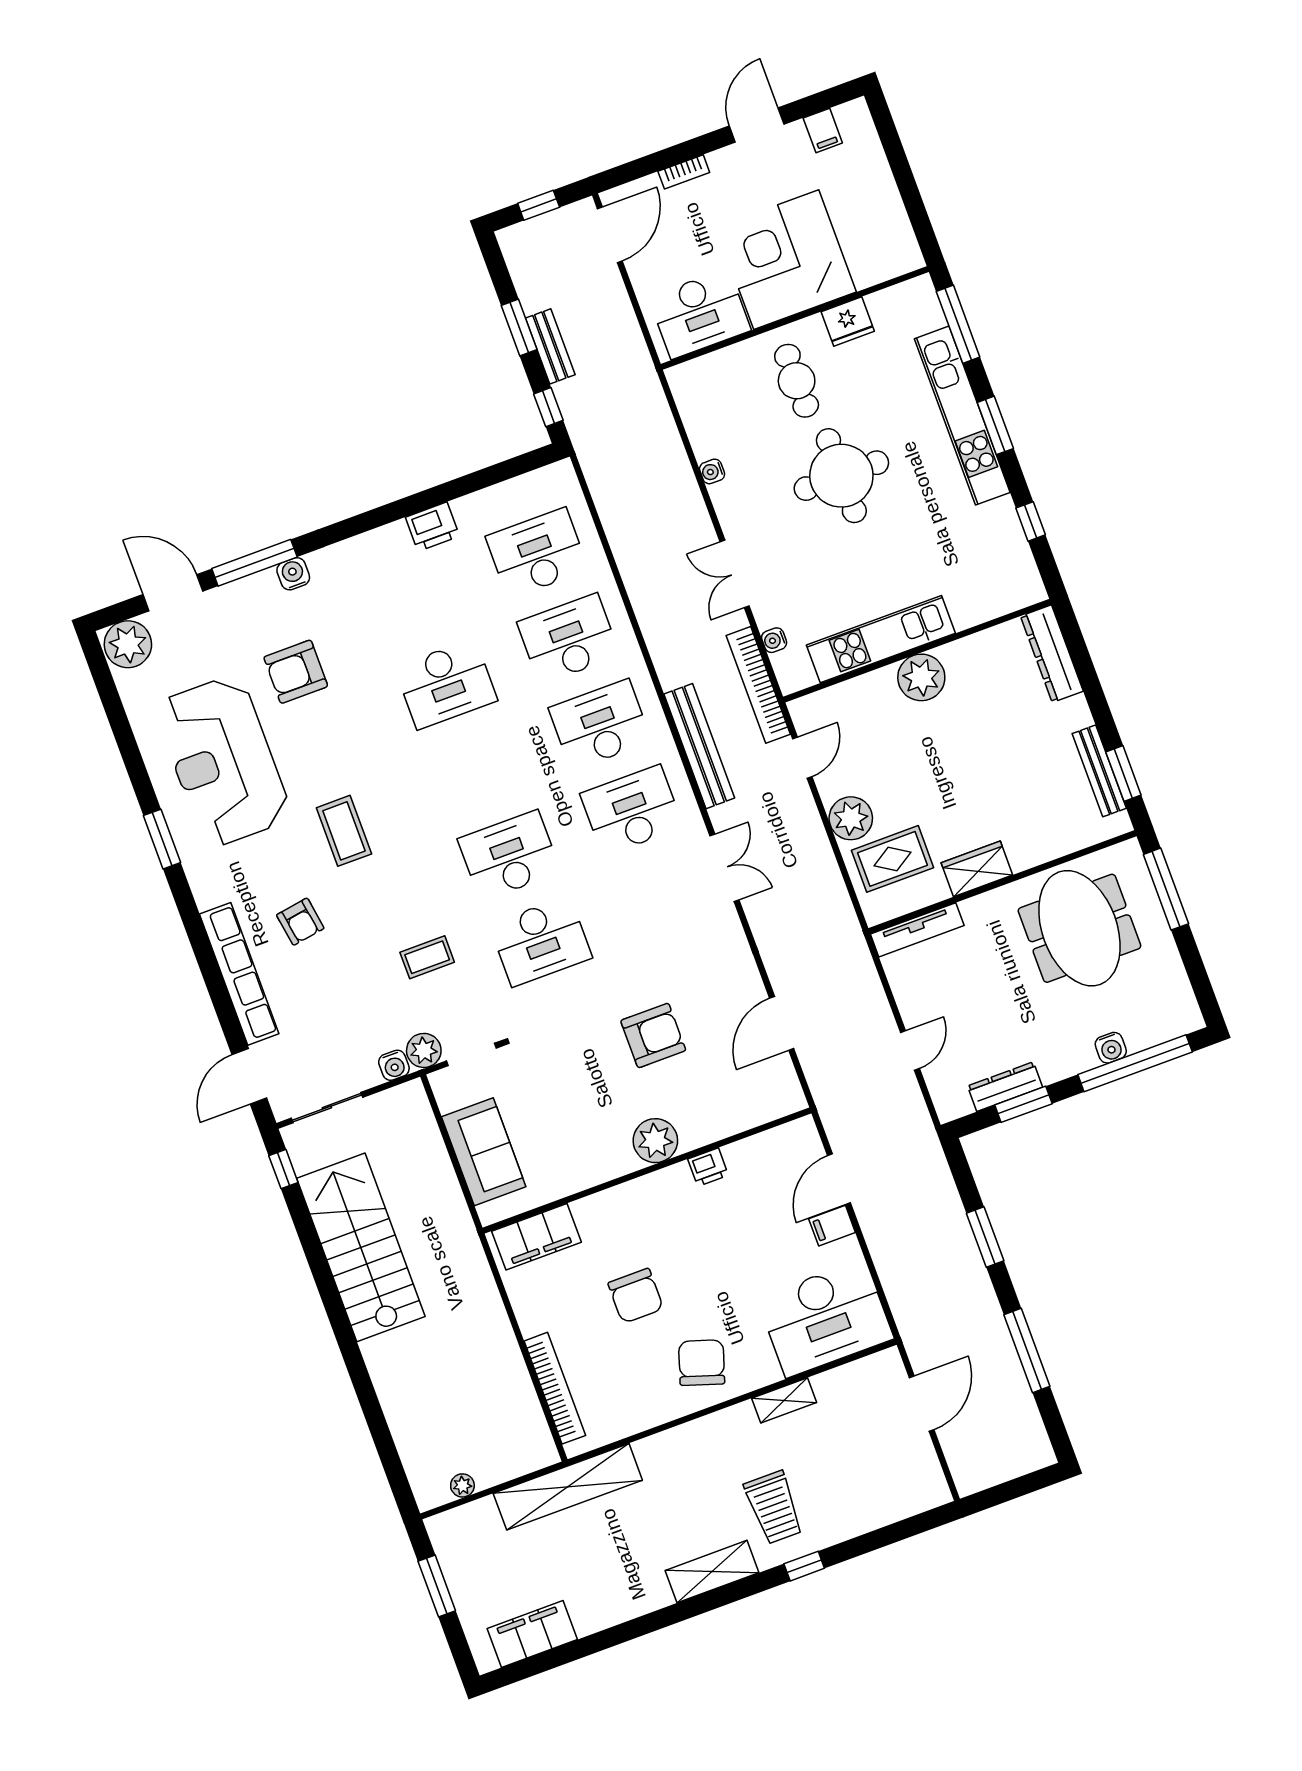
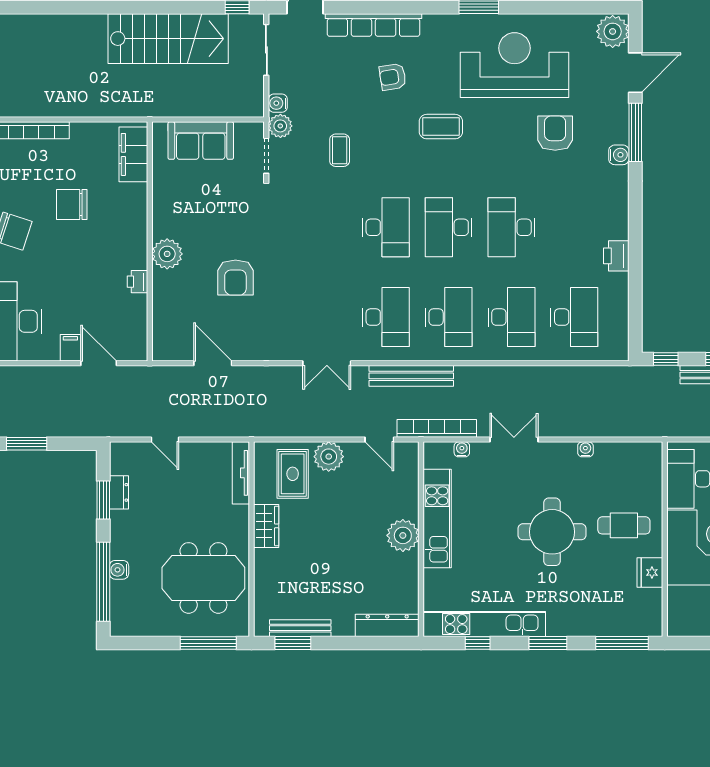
kitchen unit: (962, 416) -> (484, 624), moved
desk: (541, 941) -> (449, 227), moved
dresser: (1005, 1087) -> (119, 492), width x0.70

